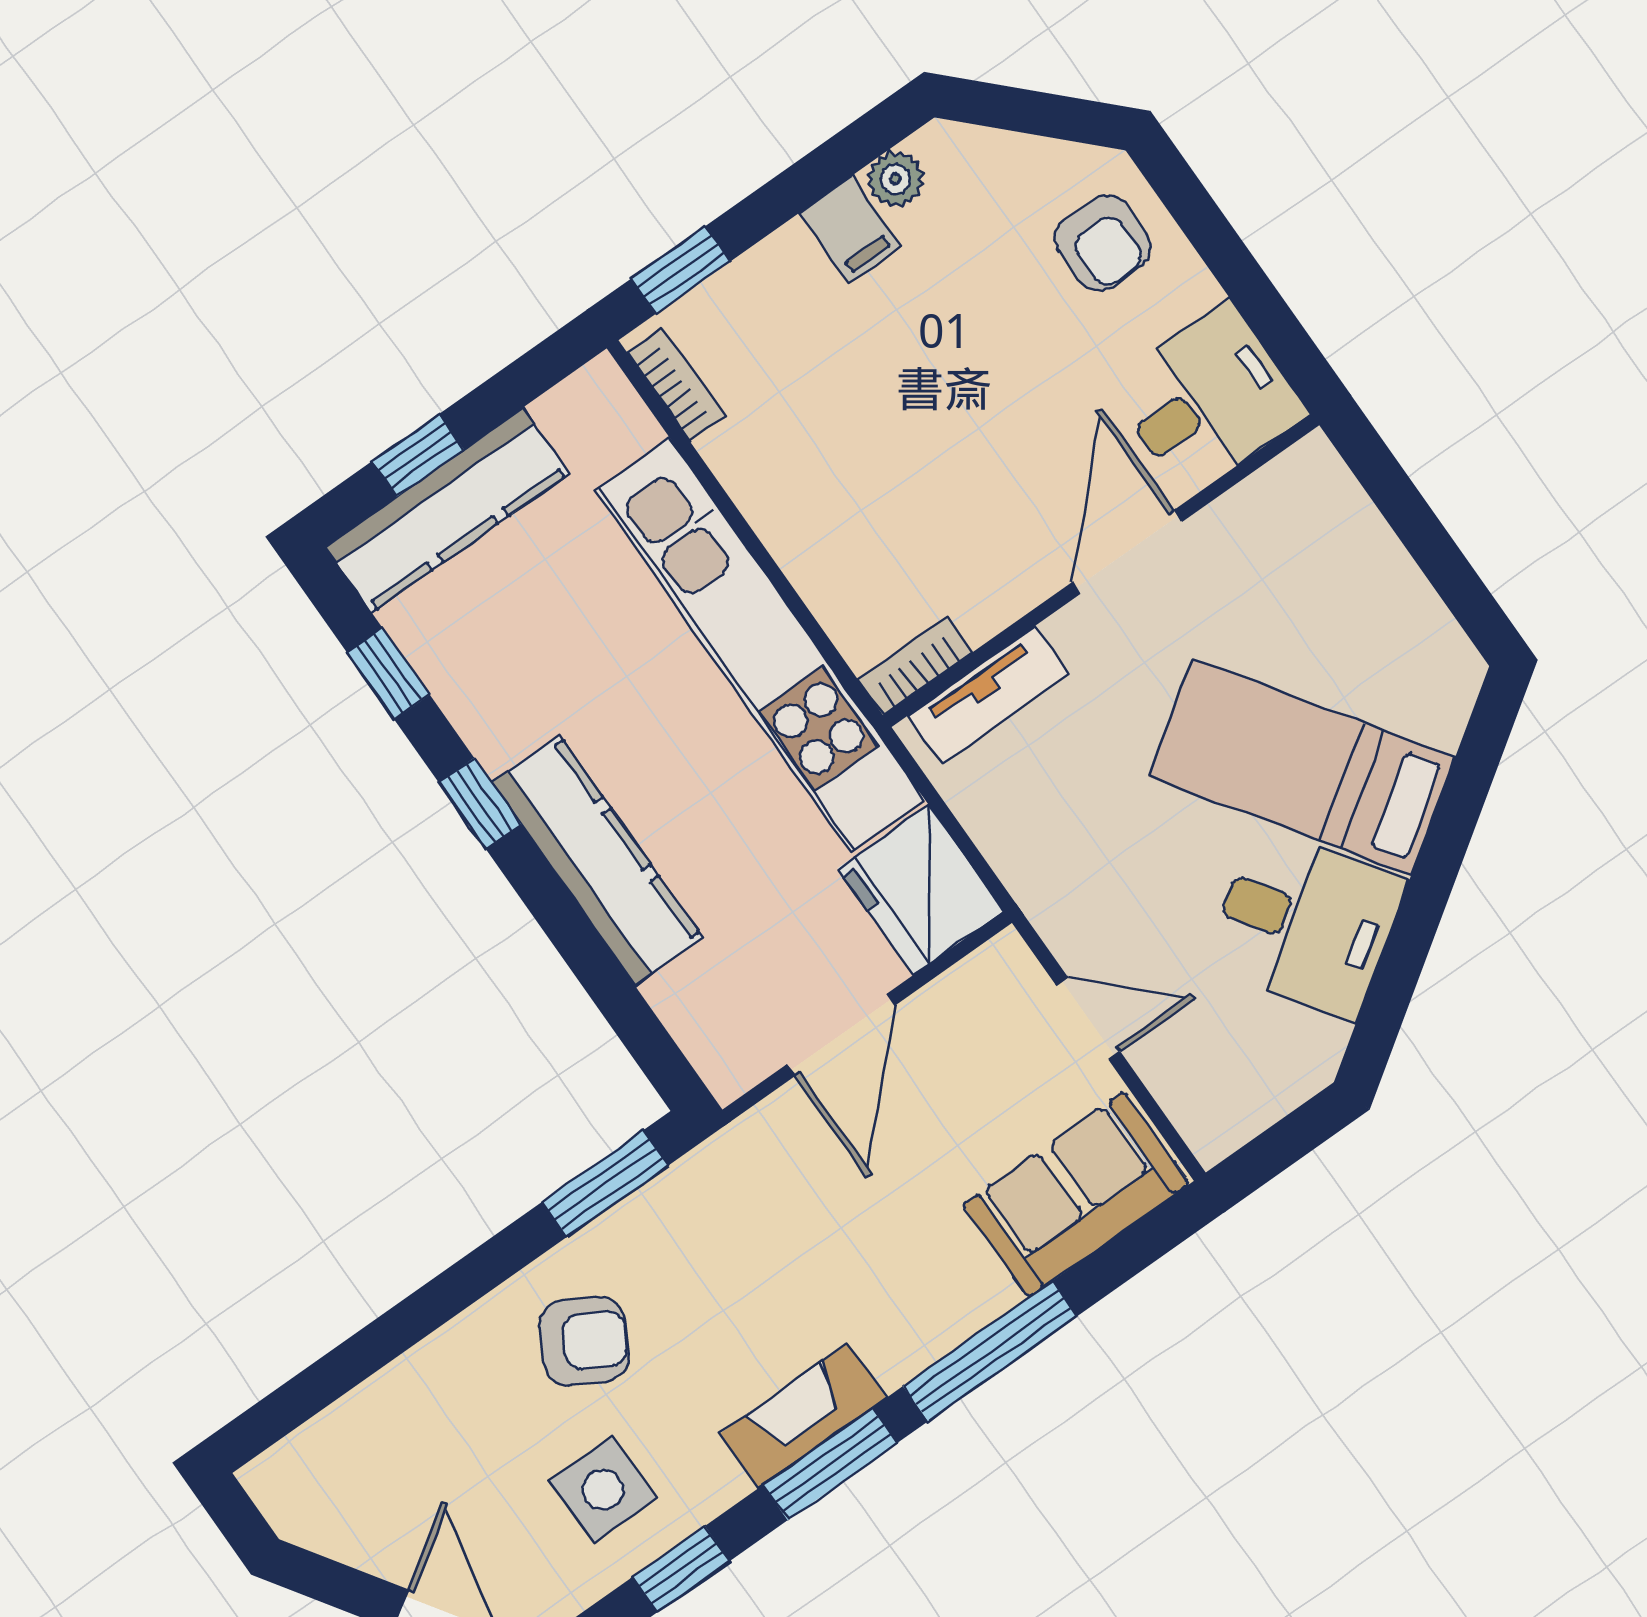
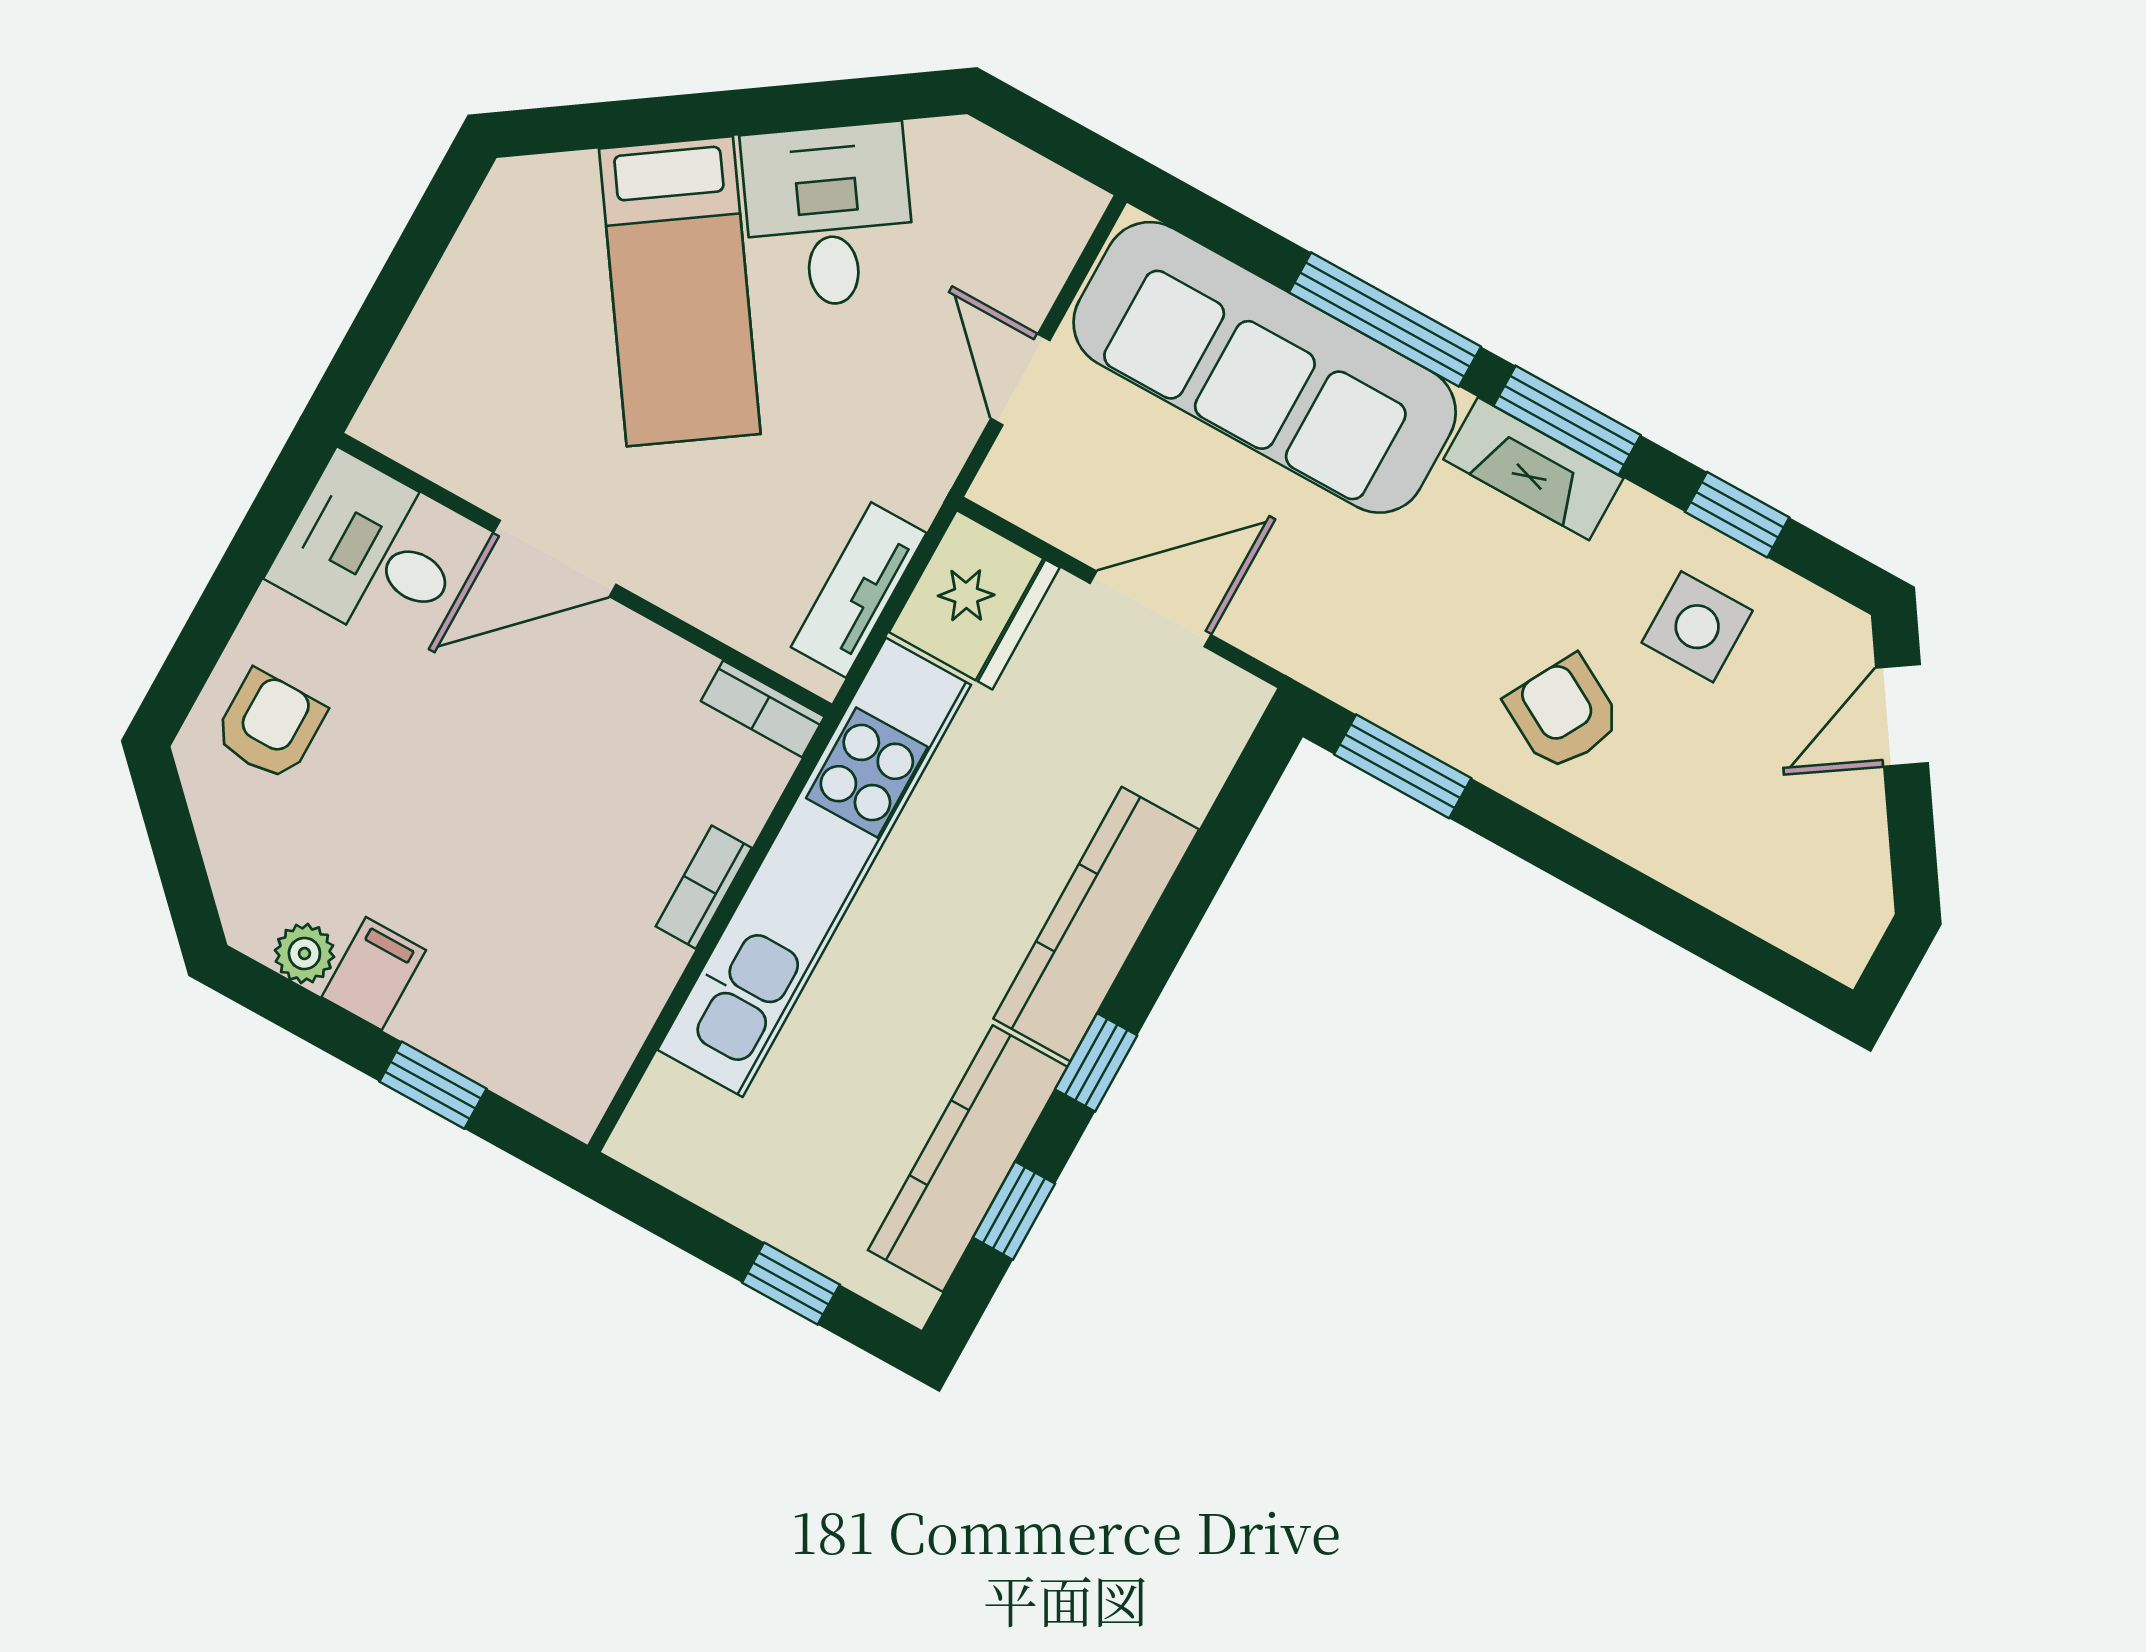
window: (681, 270) -> (433, 1085), moved
bookcase: (676, 385) -> (704, 887), moved
kitchen counter: (447, 510) -> (968, 1158), moved, turned -90
tv unit: (989, 695) -> (859, 590), moved, turned -90
sofa: (1076, 1194) -> (1265, 367), width x1.85, depth x1.27

